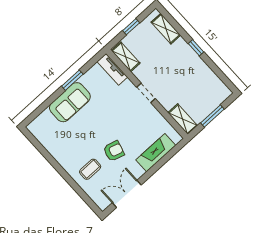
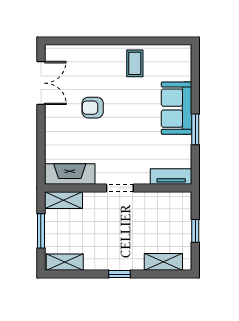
shelving: (126, 57) -> (65, 262), moved
armchair: (114, 151) -> (93, 108), turned 74
fireplace: (156, 153) -> (70, 174), moved, turned -90
coffee table: (90, 169) -> (135, 63), moved

